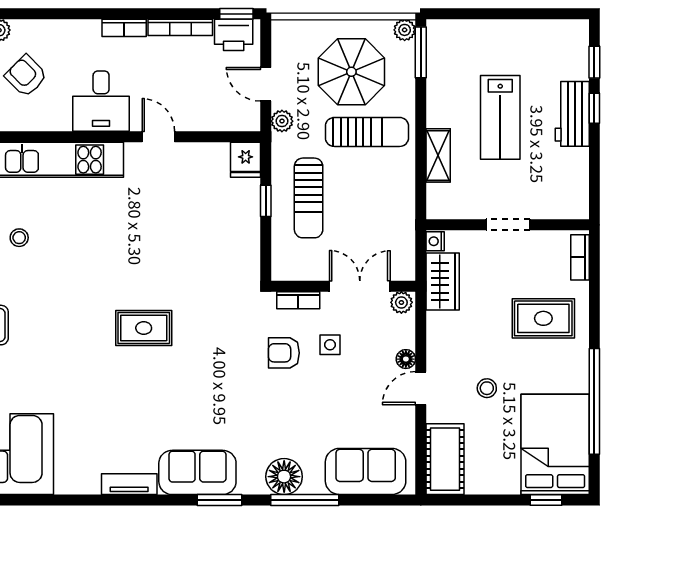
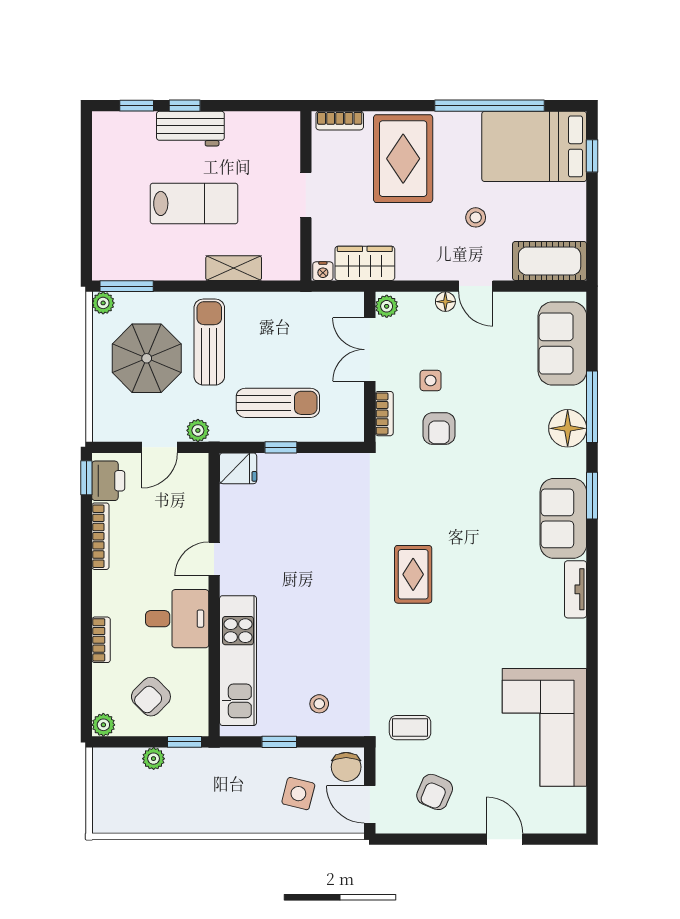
bookcase: (124, 28) -> (101, 640), moved
rug: (543, 318) -> (403, 159), width x1.36, depth x1.43

